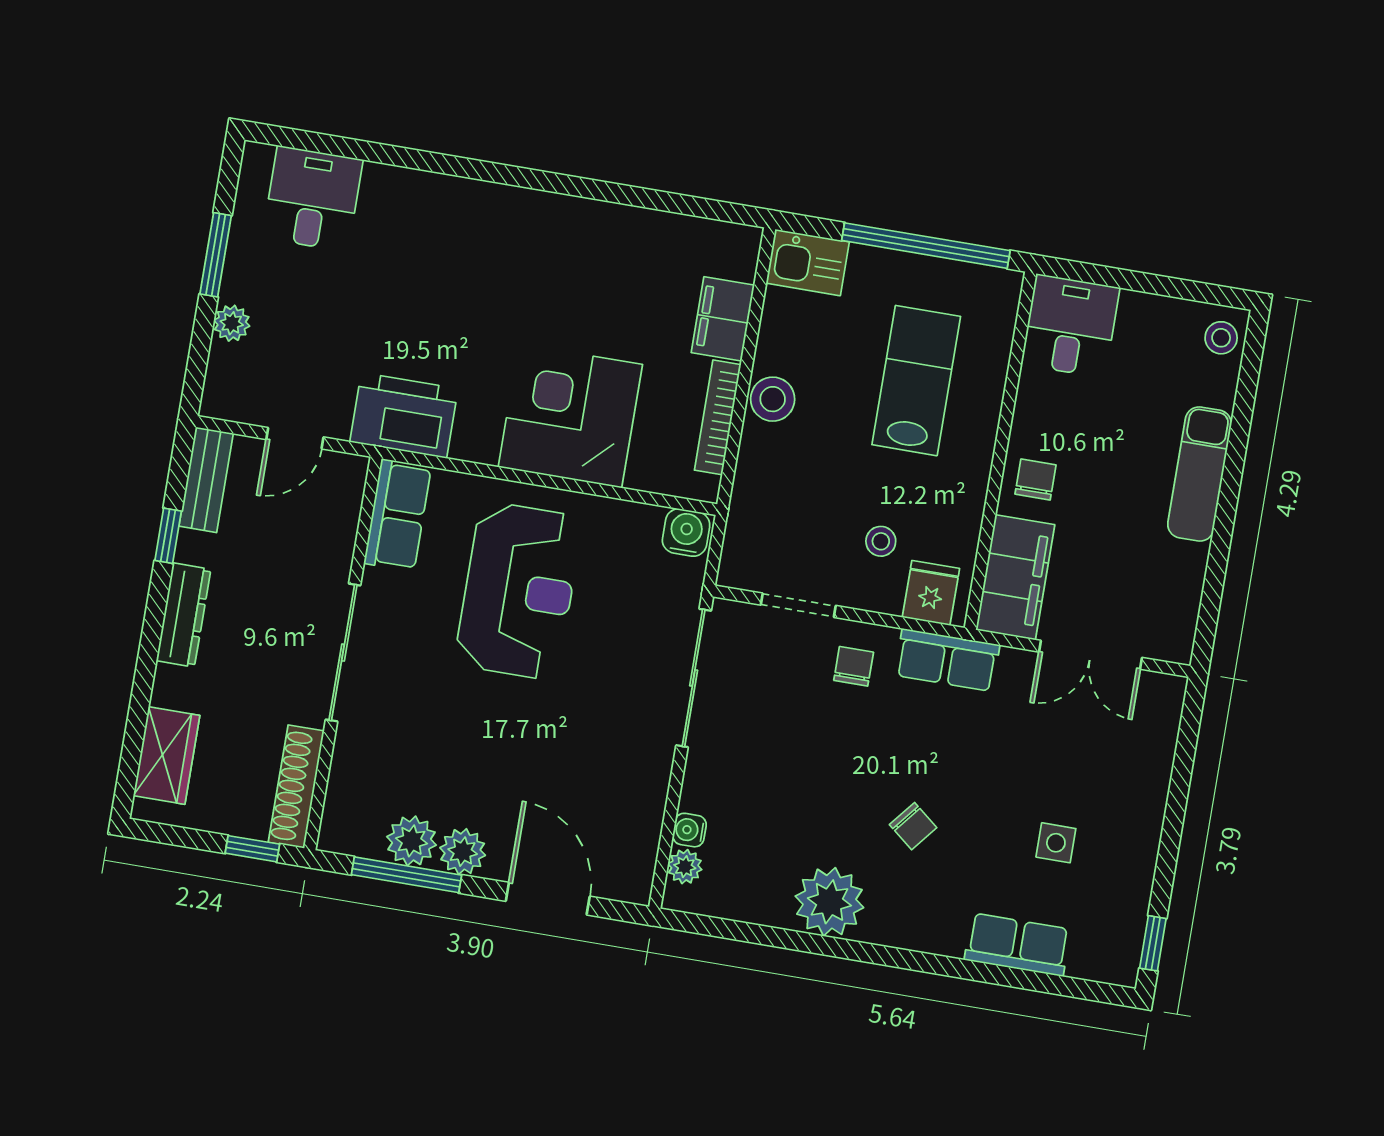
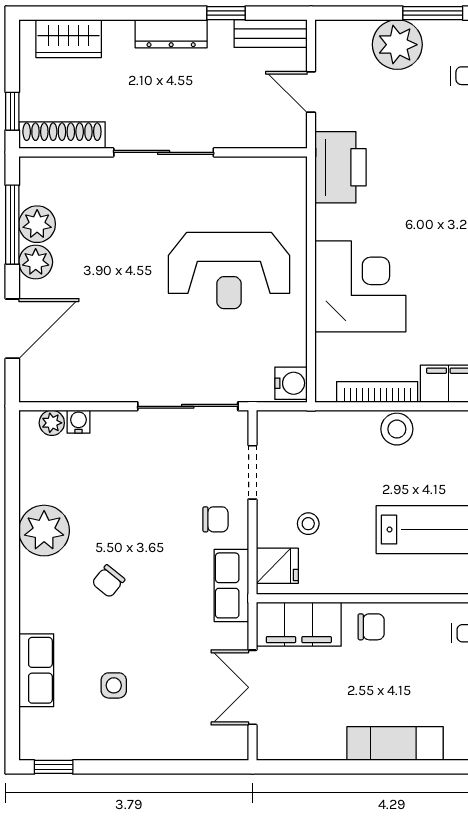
plant: (232, 323) -> (397, 45), width x1.88, depth x1.88
row of seats: (398, 515) -> (268, 175), removed

